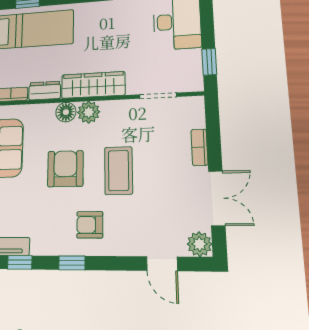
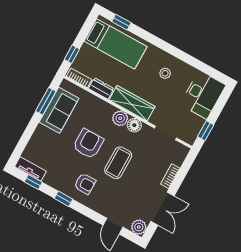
stool: (114, 26) -> (165, 73), added
floor lamp: (66, 112) -> (134, 125), moved
armchair: (90, 225) -> (85, 184), turned 180

